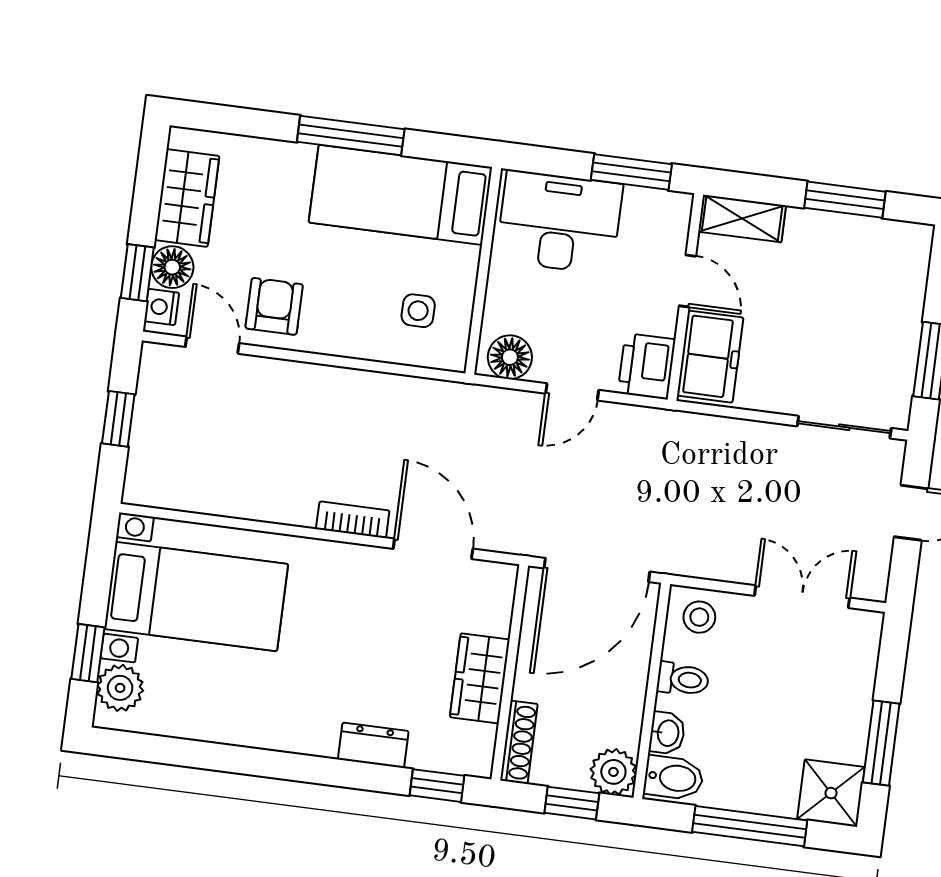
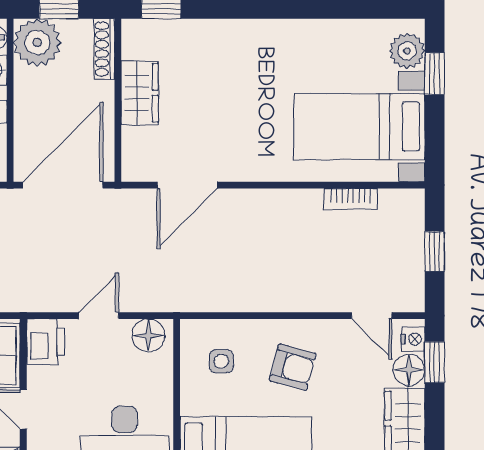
armchair: (274, 306) -> (293, 367), moved, turned -75
bookcase: (353, 520) -> (350, 199), moved
door: (433, 549) -> (187, 185), hinge flipped
dresser: (373, 745) -> (213, 33), removed
plant: (613, 772) -> (37, 42), width x1.36, depth x1.36

